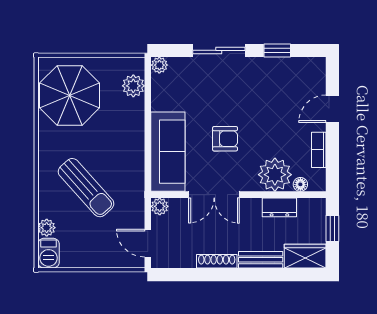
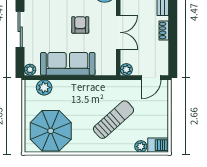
sofa: (168, 152) -> (68, 64), moved
shoe rack: (217, 261) -> (164, 31), width x0.70

